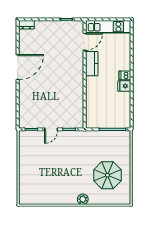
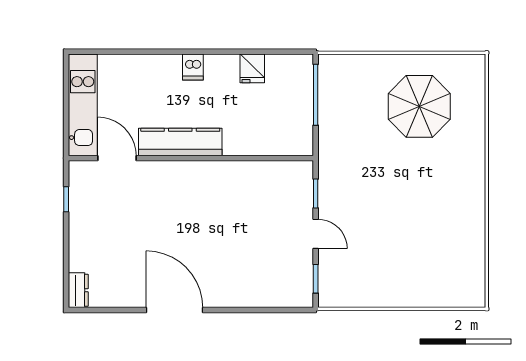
kitchen counter: (92, 64) -> (180, 142), width x1.50
fridge: (124, 86) -> (252, 68), moved
plant: (83, 199) -> (474, 162), removed

